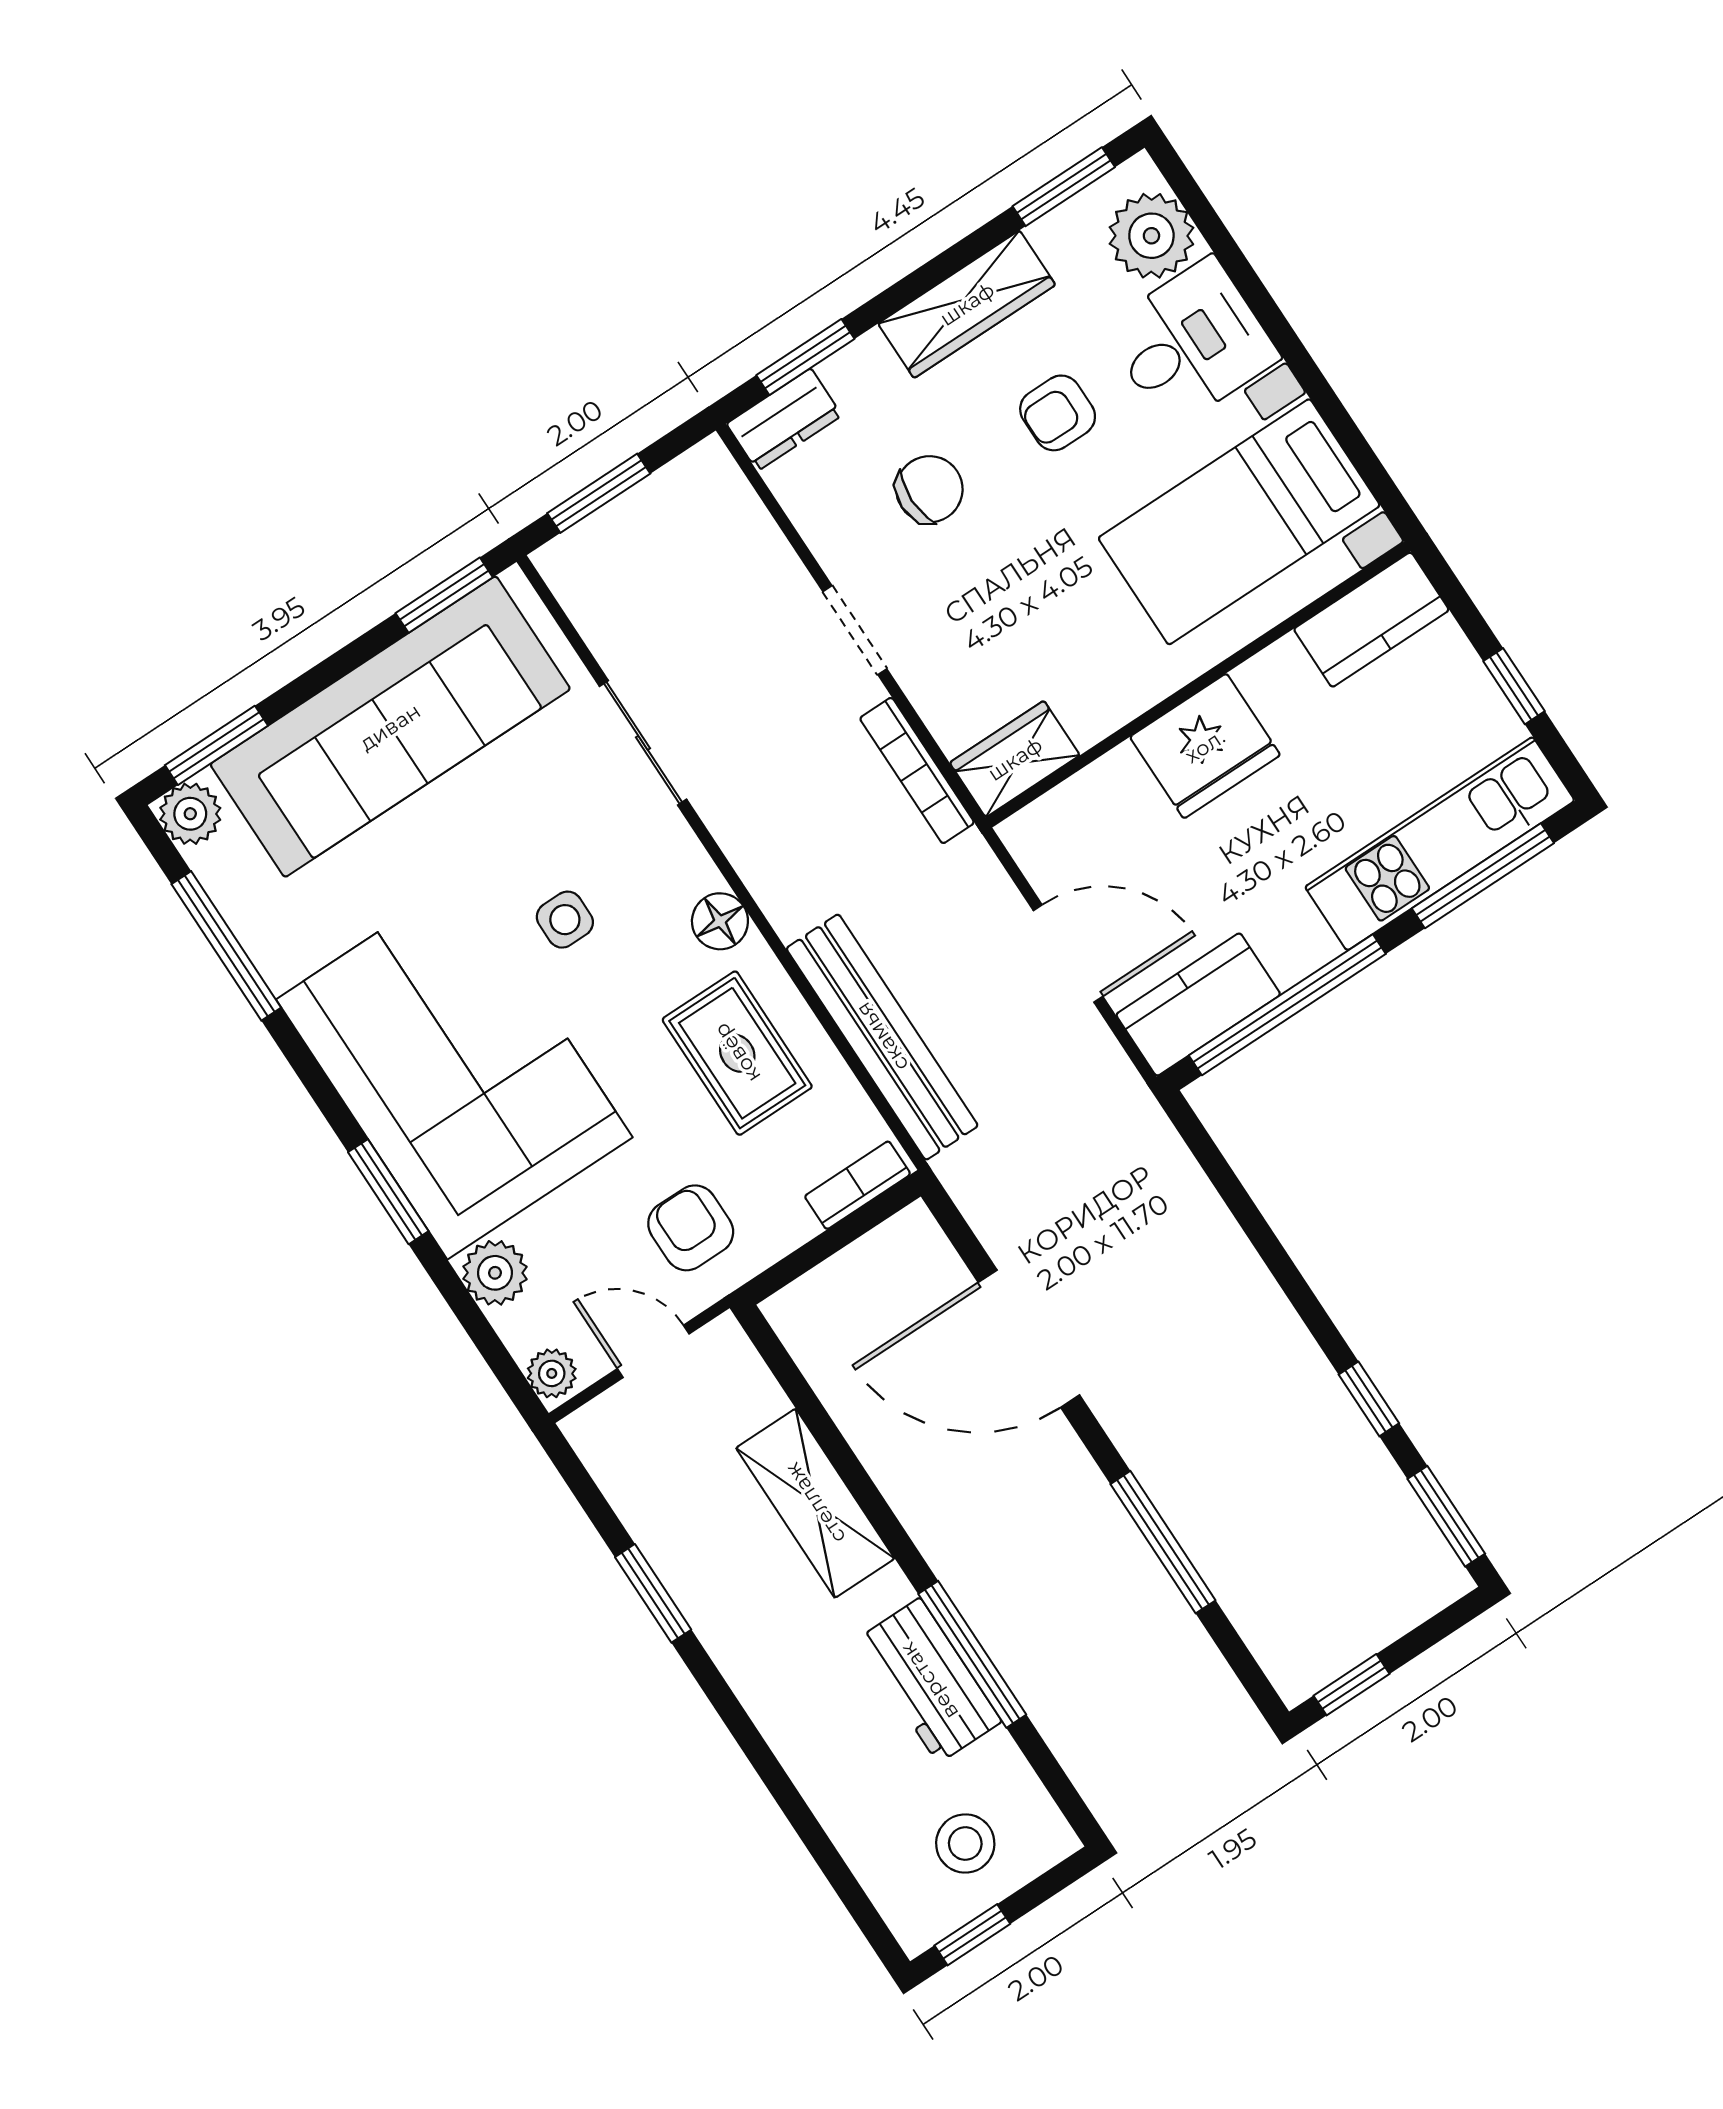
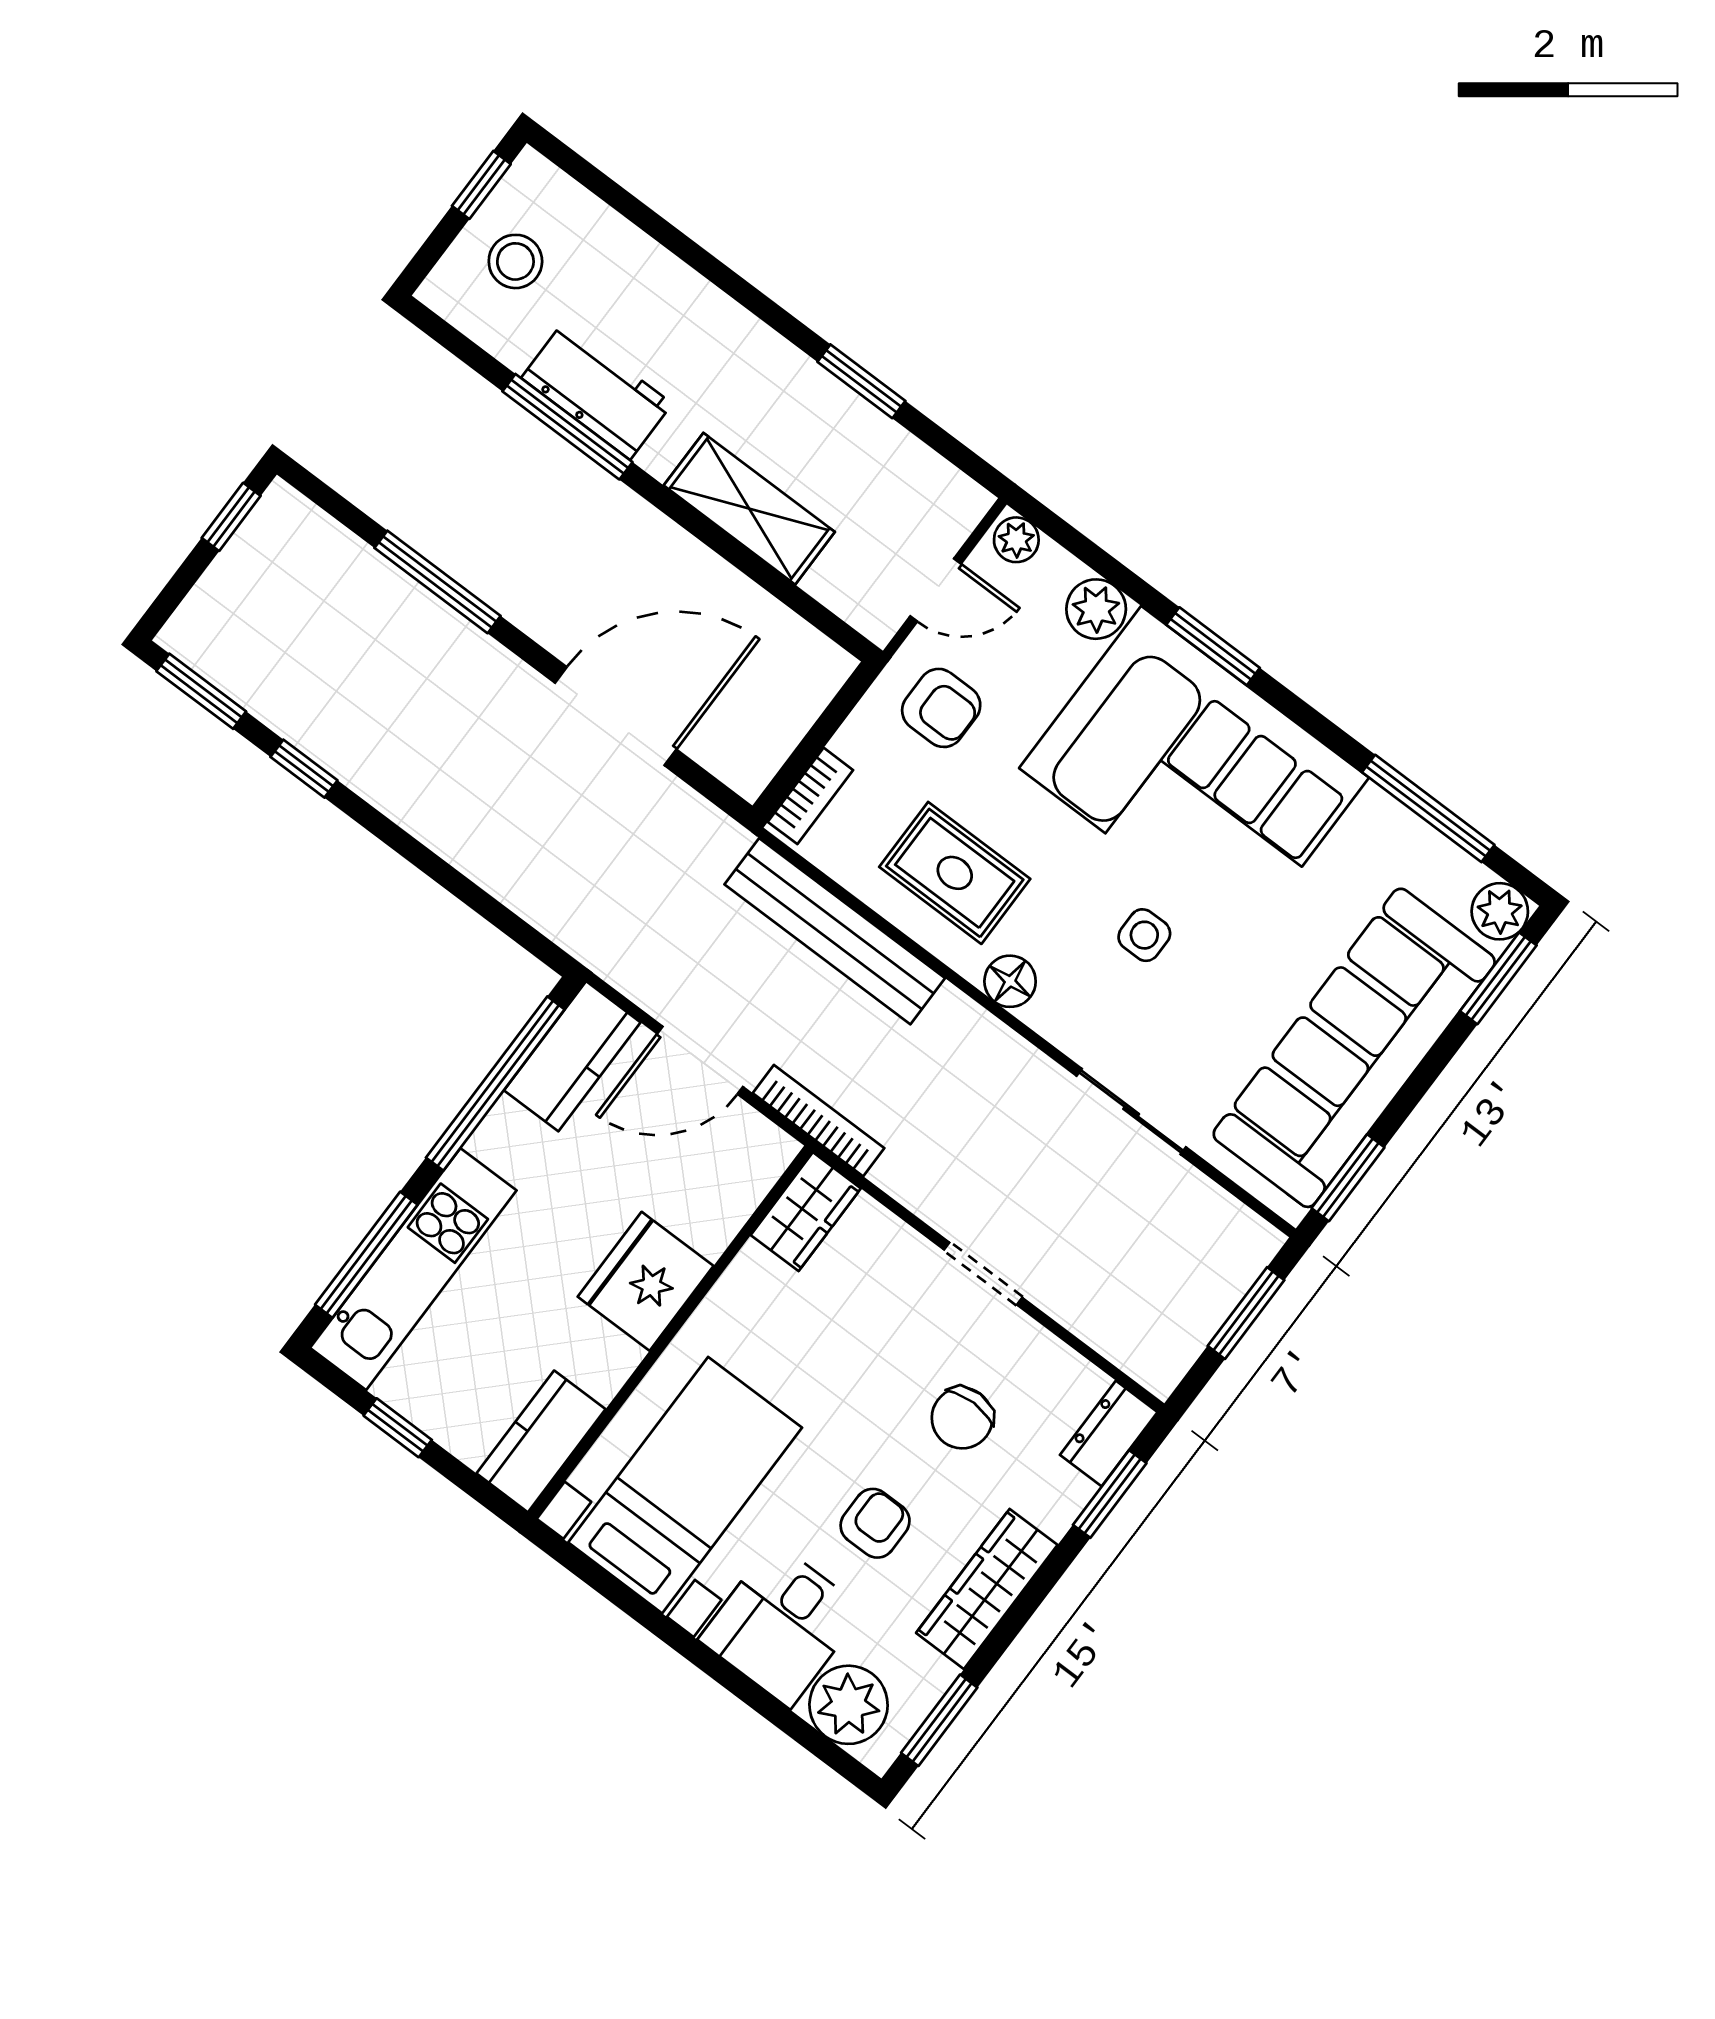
bookcase: (917, 770) -> (819, 1121), moved

